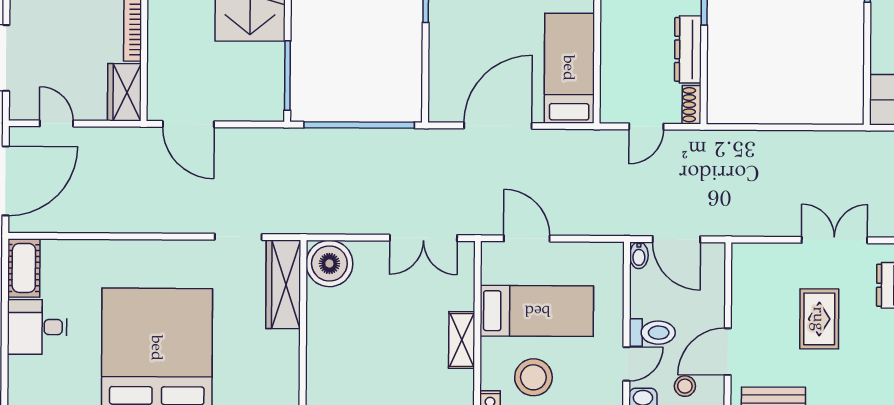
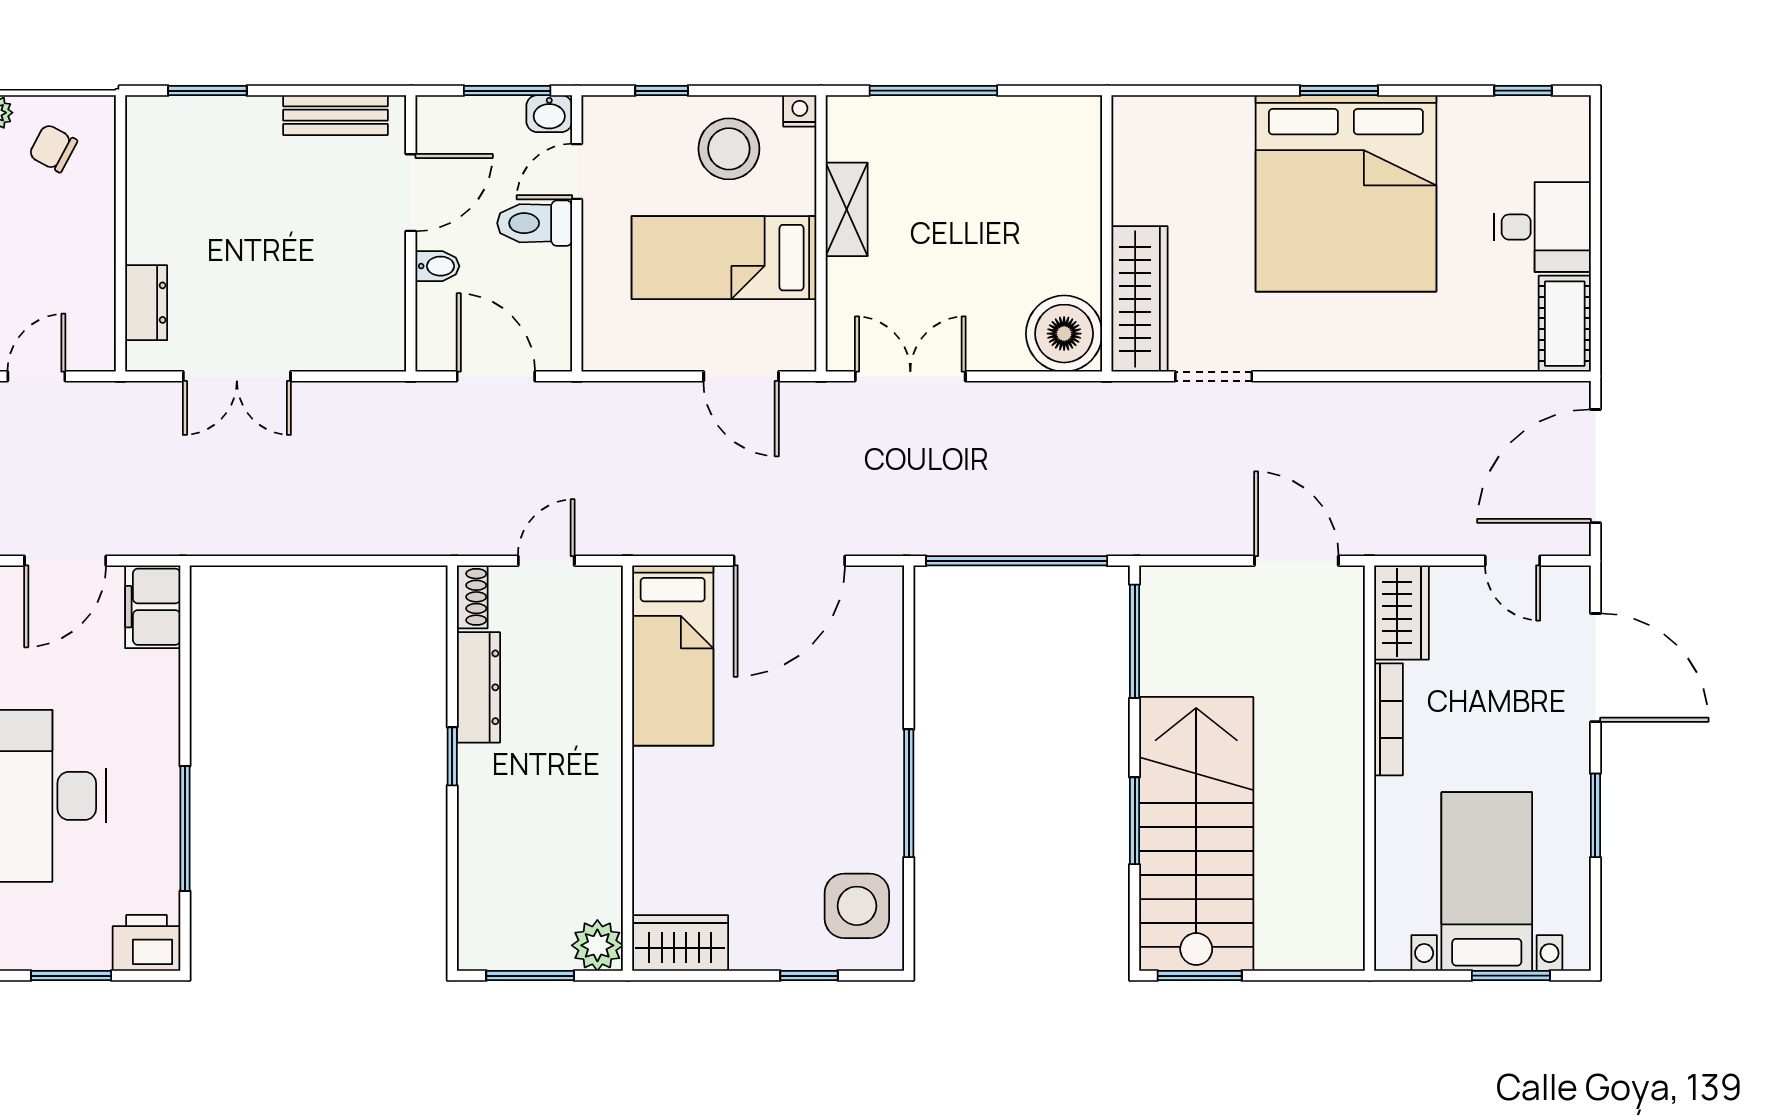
bidet: (639, 255) -> (437, 266), moved, turned 90
rug: (819, 319) -> (261, 247), removed
stool: (685, 386) -> (481, 136), removed

